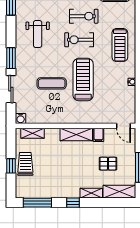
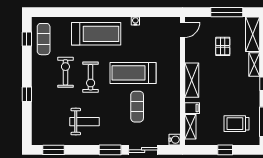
treadmill: (120, 45) -> (96, 34), width x1.37, depth x1.38
filing cabinet: (98, 135) -> (192, 108), moved
trolley: (25, 164) -> (237, 124), moved

